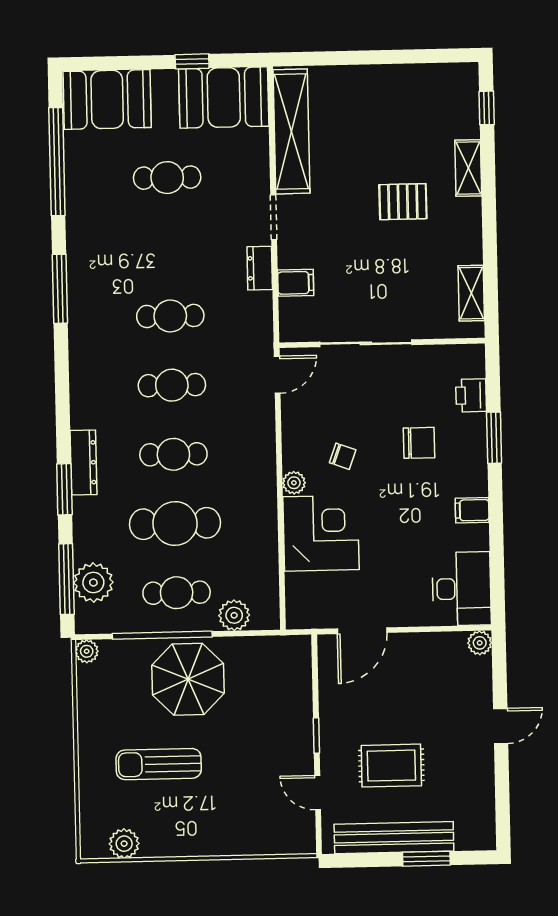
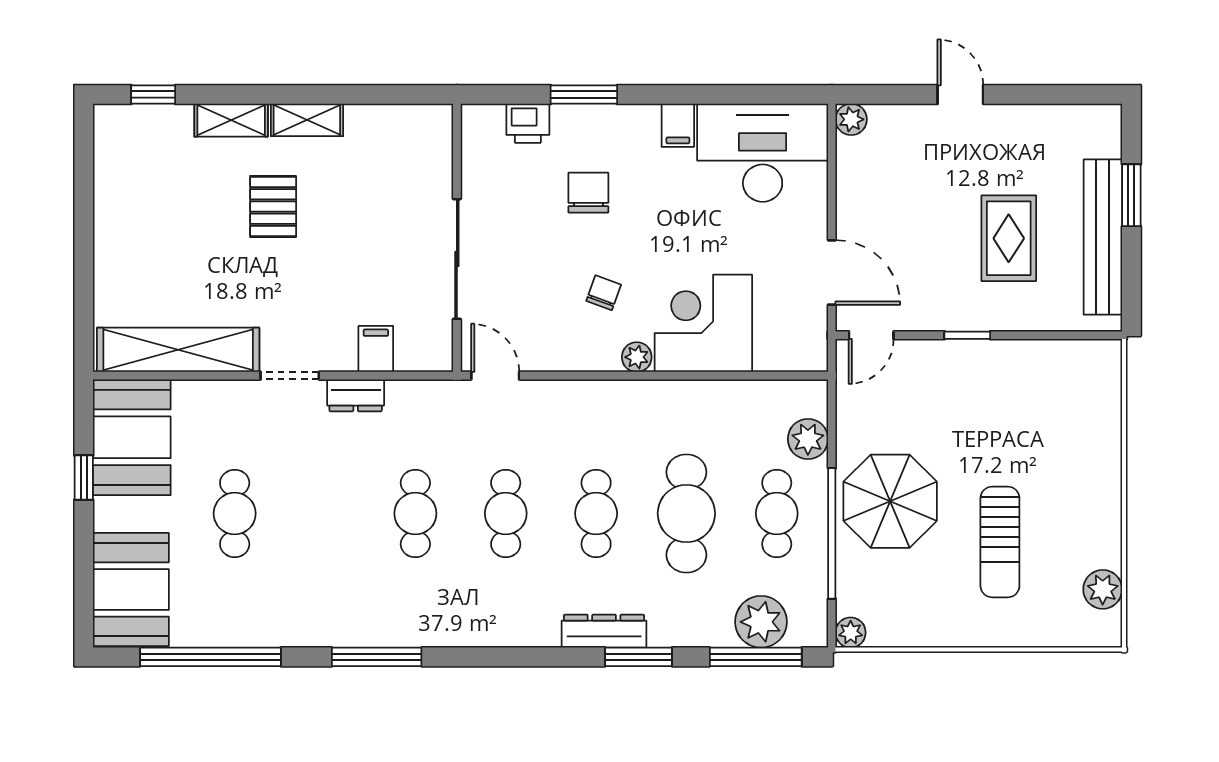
shelving: (471, 293) -> (307, 120), moved
desk: (462, 589) -> (763, 153), width x1.36, depth x1.30
door: (318, 793) -> (871, 335), moved

